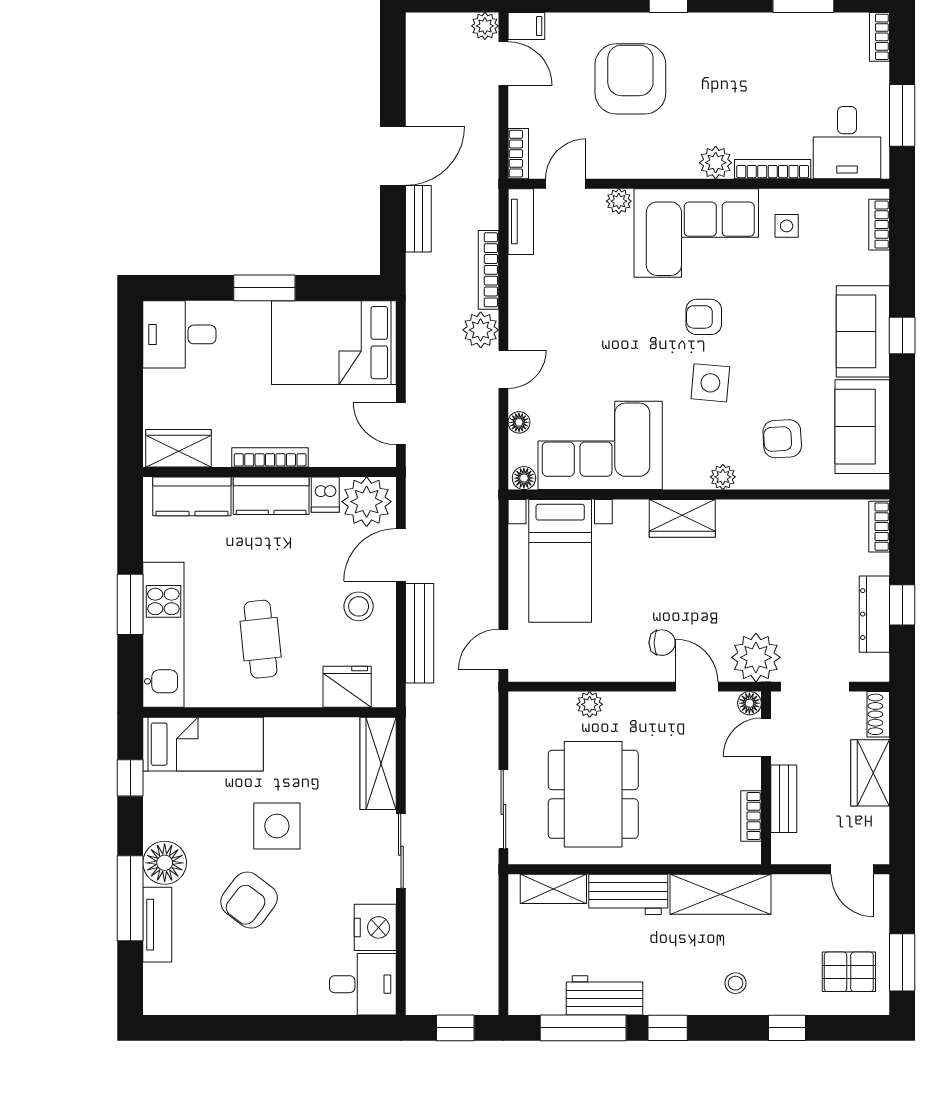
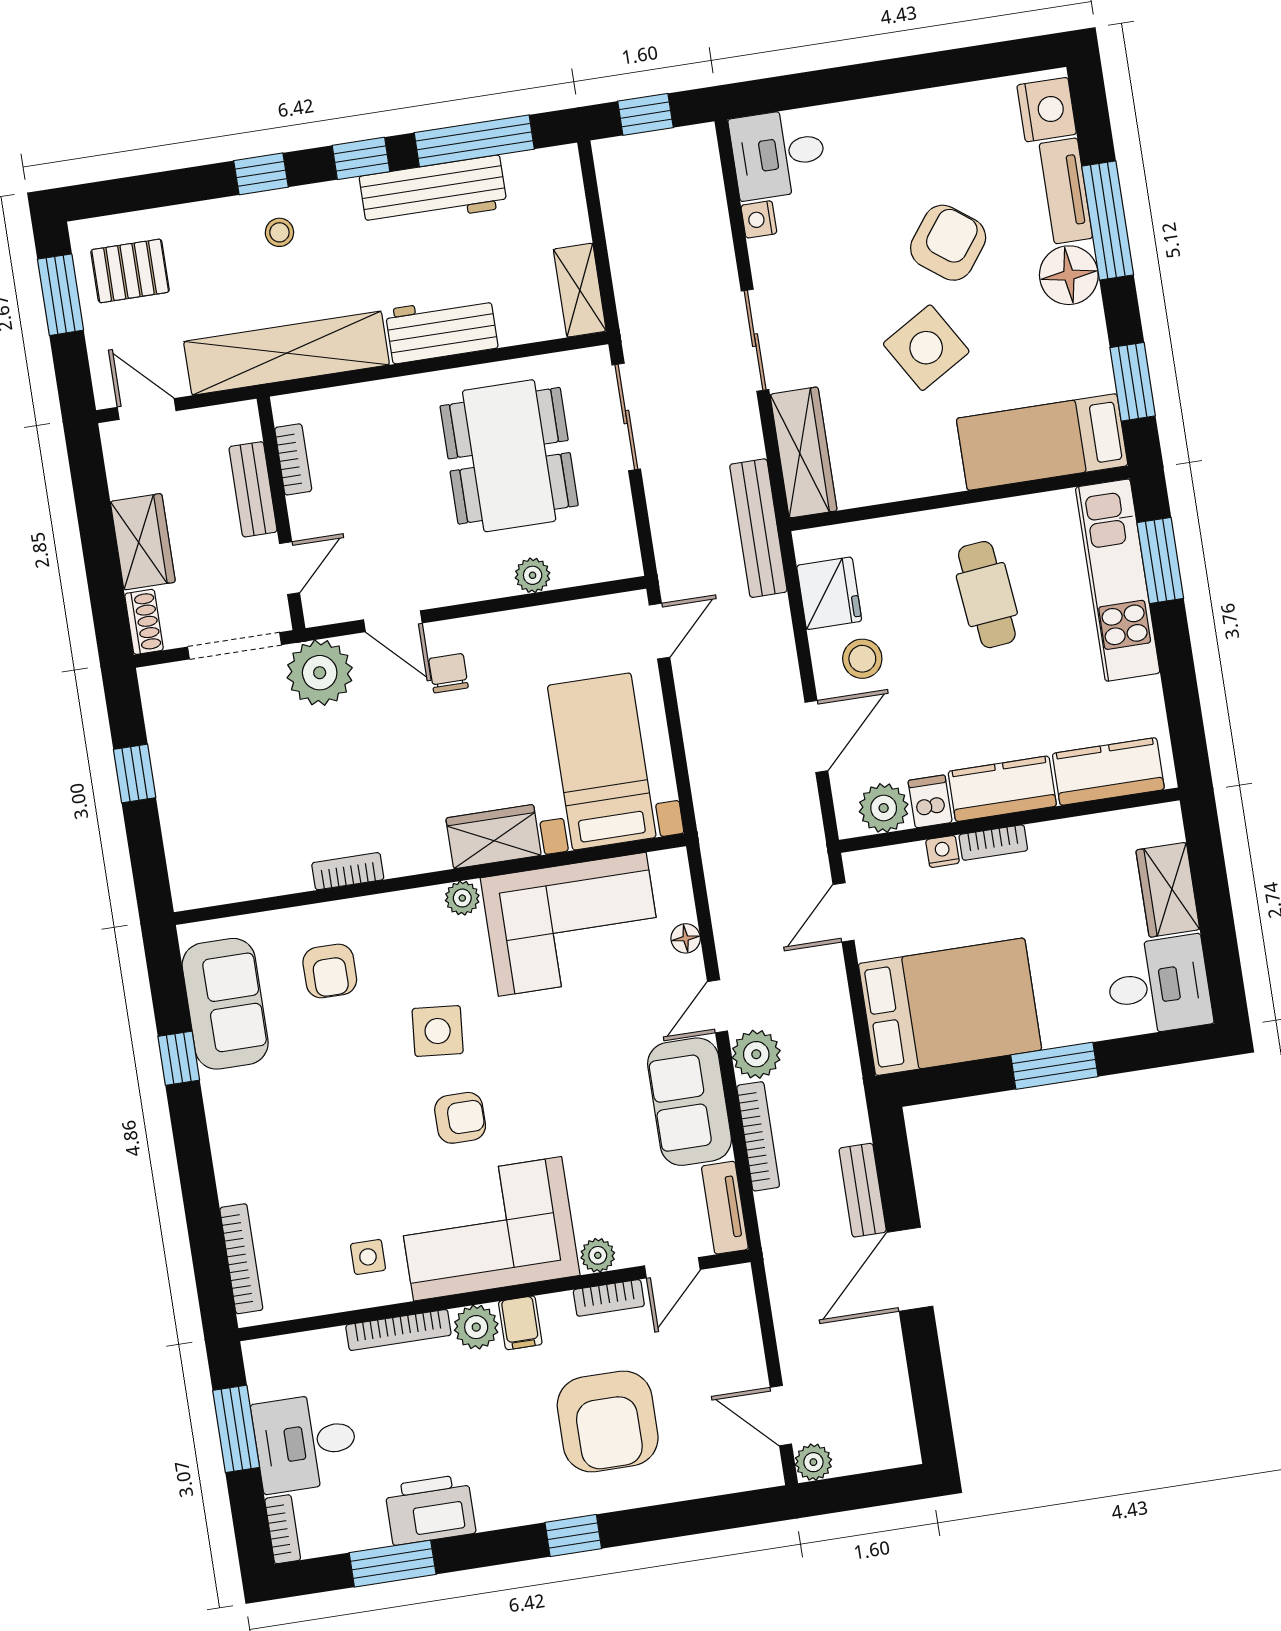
filing cabinet: (526, 26) -> (520, 1323), moved, turned -90
printer: (770, 35) -> (430, 1510), added
desk: (847, 143) -> (306, 1442), moved, turned -90
bookcase: (518, 154) -> (609, 1298), moved, turned -90
bookcase: (879, 225) -> (241, 1259), width x1.56
sofa: (863, 331) -> (689, 1102), moved, turned 180
window: (902, 336) -> (179, 1058), moved
door: (401, 423) -> (844, 912), swing flipped
armchair: (782, 439) -> (330, 971), turned 93
wardrobe: (179, 448) -> (1168, 890), moved, turned 90
bookcase: (270, 457) -> (993, 843), width x0.64
nightstand: (322, 457) -> (943, 851), added
plant: (723, 477) -> (462, 898), moved
floor lamp: (524, 478) -> (667, 865), removed
plant: (367, 502) -> (884, 808), width x0.73, depth x0.73
wardrobe: (682, 518) -> (494, 837), moved
bookcase: (879, 527) -> (348, 871), moved, turned -90
window: (130, 604) -> (1160, 561), moved
dresser: (874, 614) -> (170, 755), removed
bench: (420, 633) -> (758, 528), moved
chair: (662, 643) -> (448, 673), turned 90
fridge: (347, 687) -> (829, 593), moved, turned -90
floor lamp: (749, 703) -> (319, 610), removed
window: (130, 778) -> (1133, 382), width x1.50
side table: (277, 826) -> (926, 348), turned -31
shelving: (553, 889) -> (580, 290), moved, turned 90
shelving: (720, 894) -> (287, 353), width x1.47
nightstand: (375, 927) -> (759, 219), width x0.53, depth x0.56
nightstand: (162, 986) -> (1047, 110), added
workbench: (604, 995) -> (433, 192), width x1.38
window: (787, 1028) -> (261, 174), moved

